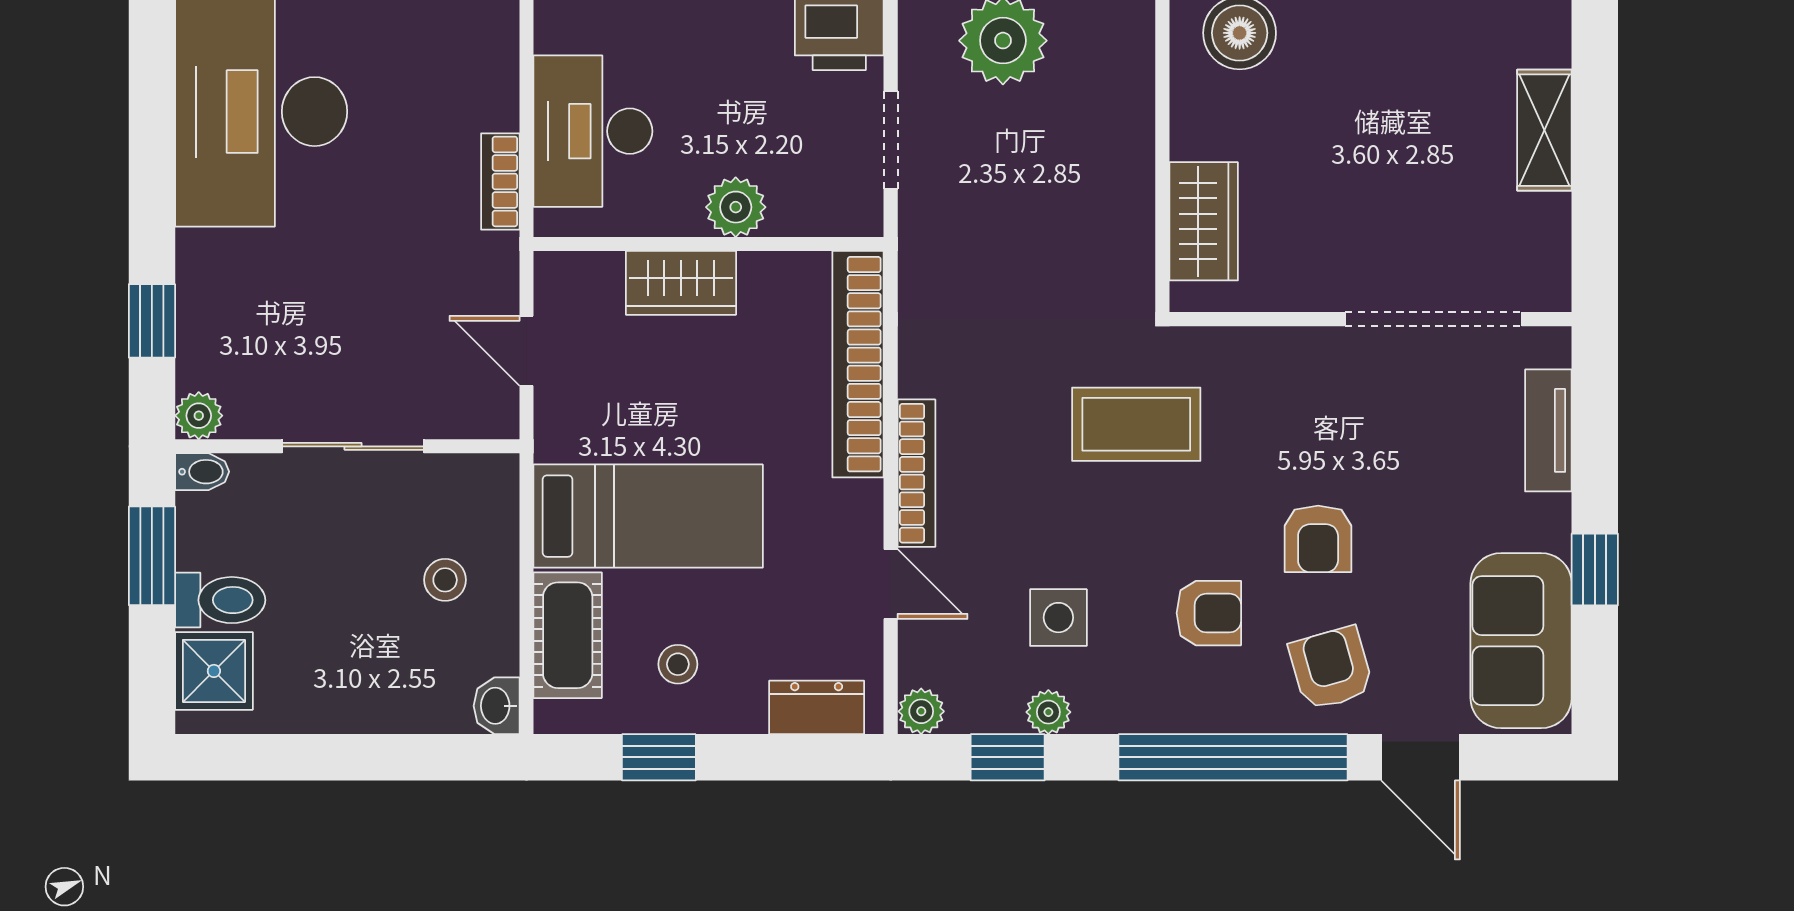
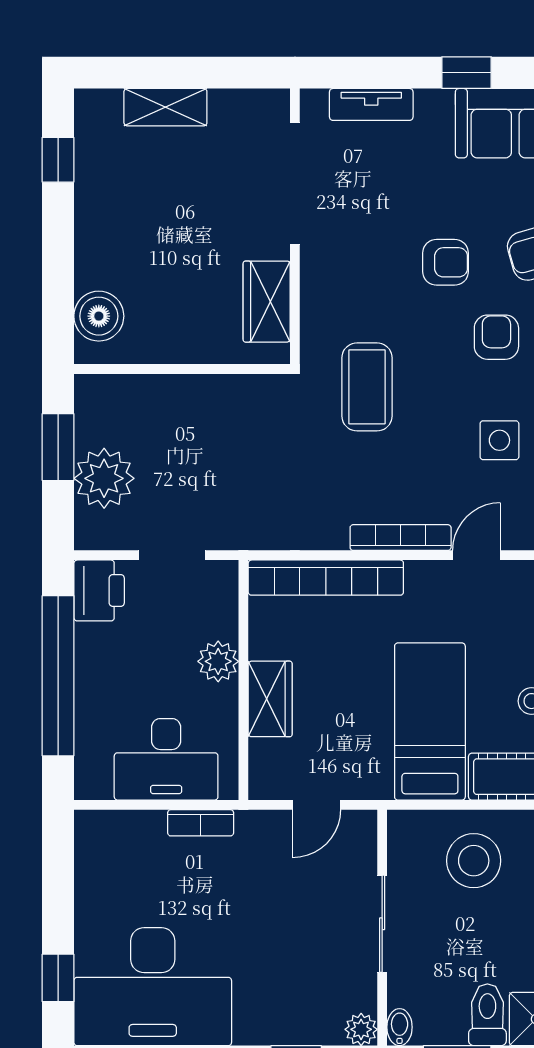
wardrobe: (1204, 221) -> (267, 302), moved, turned -90
stool: (445, 580) -> (474, 861), width x1.89, depth x1.89

